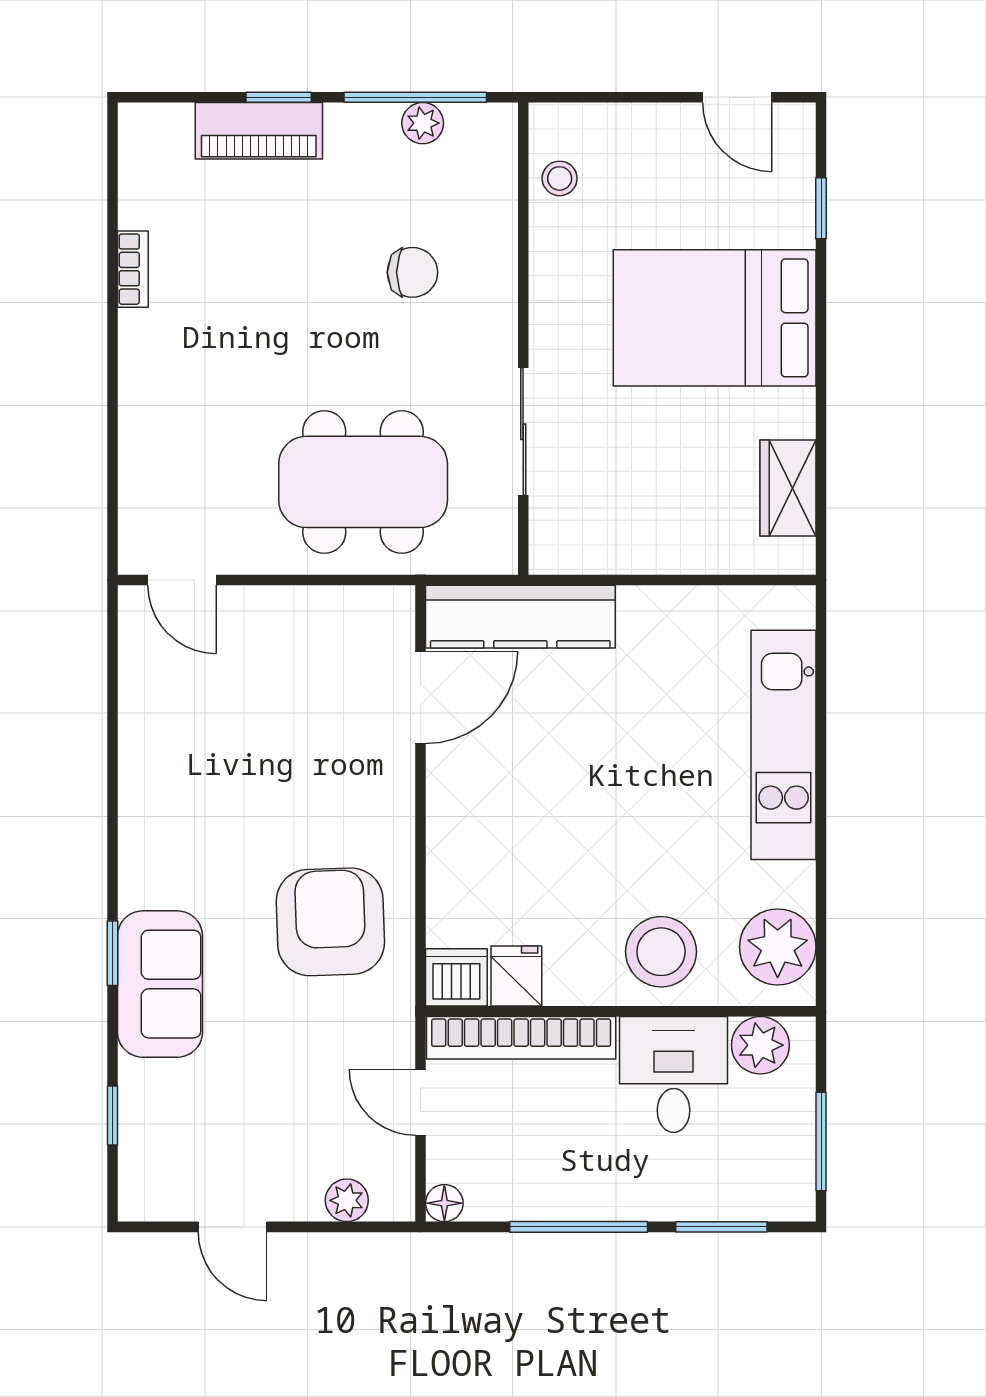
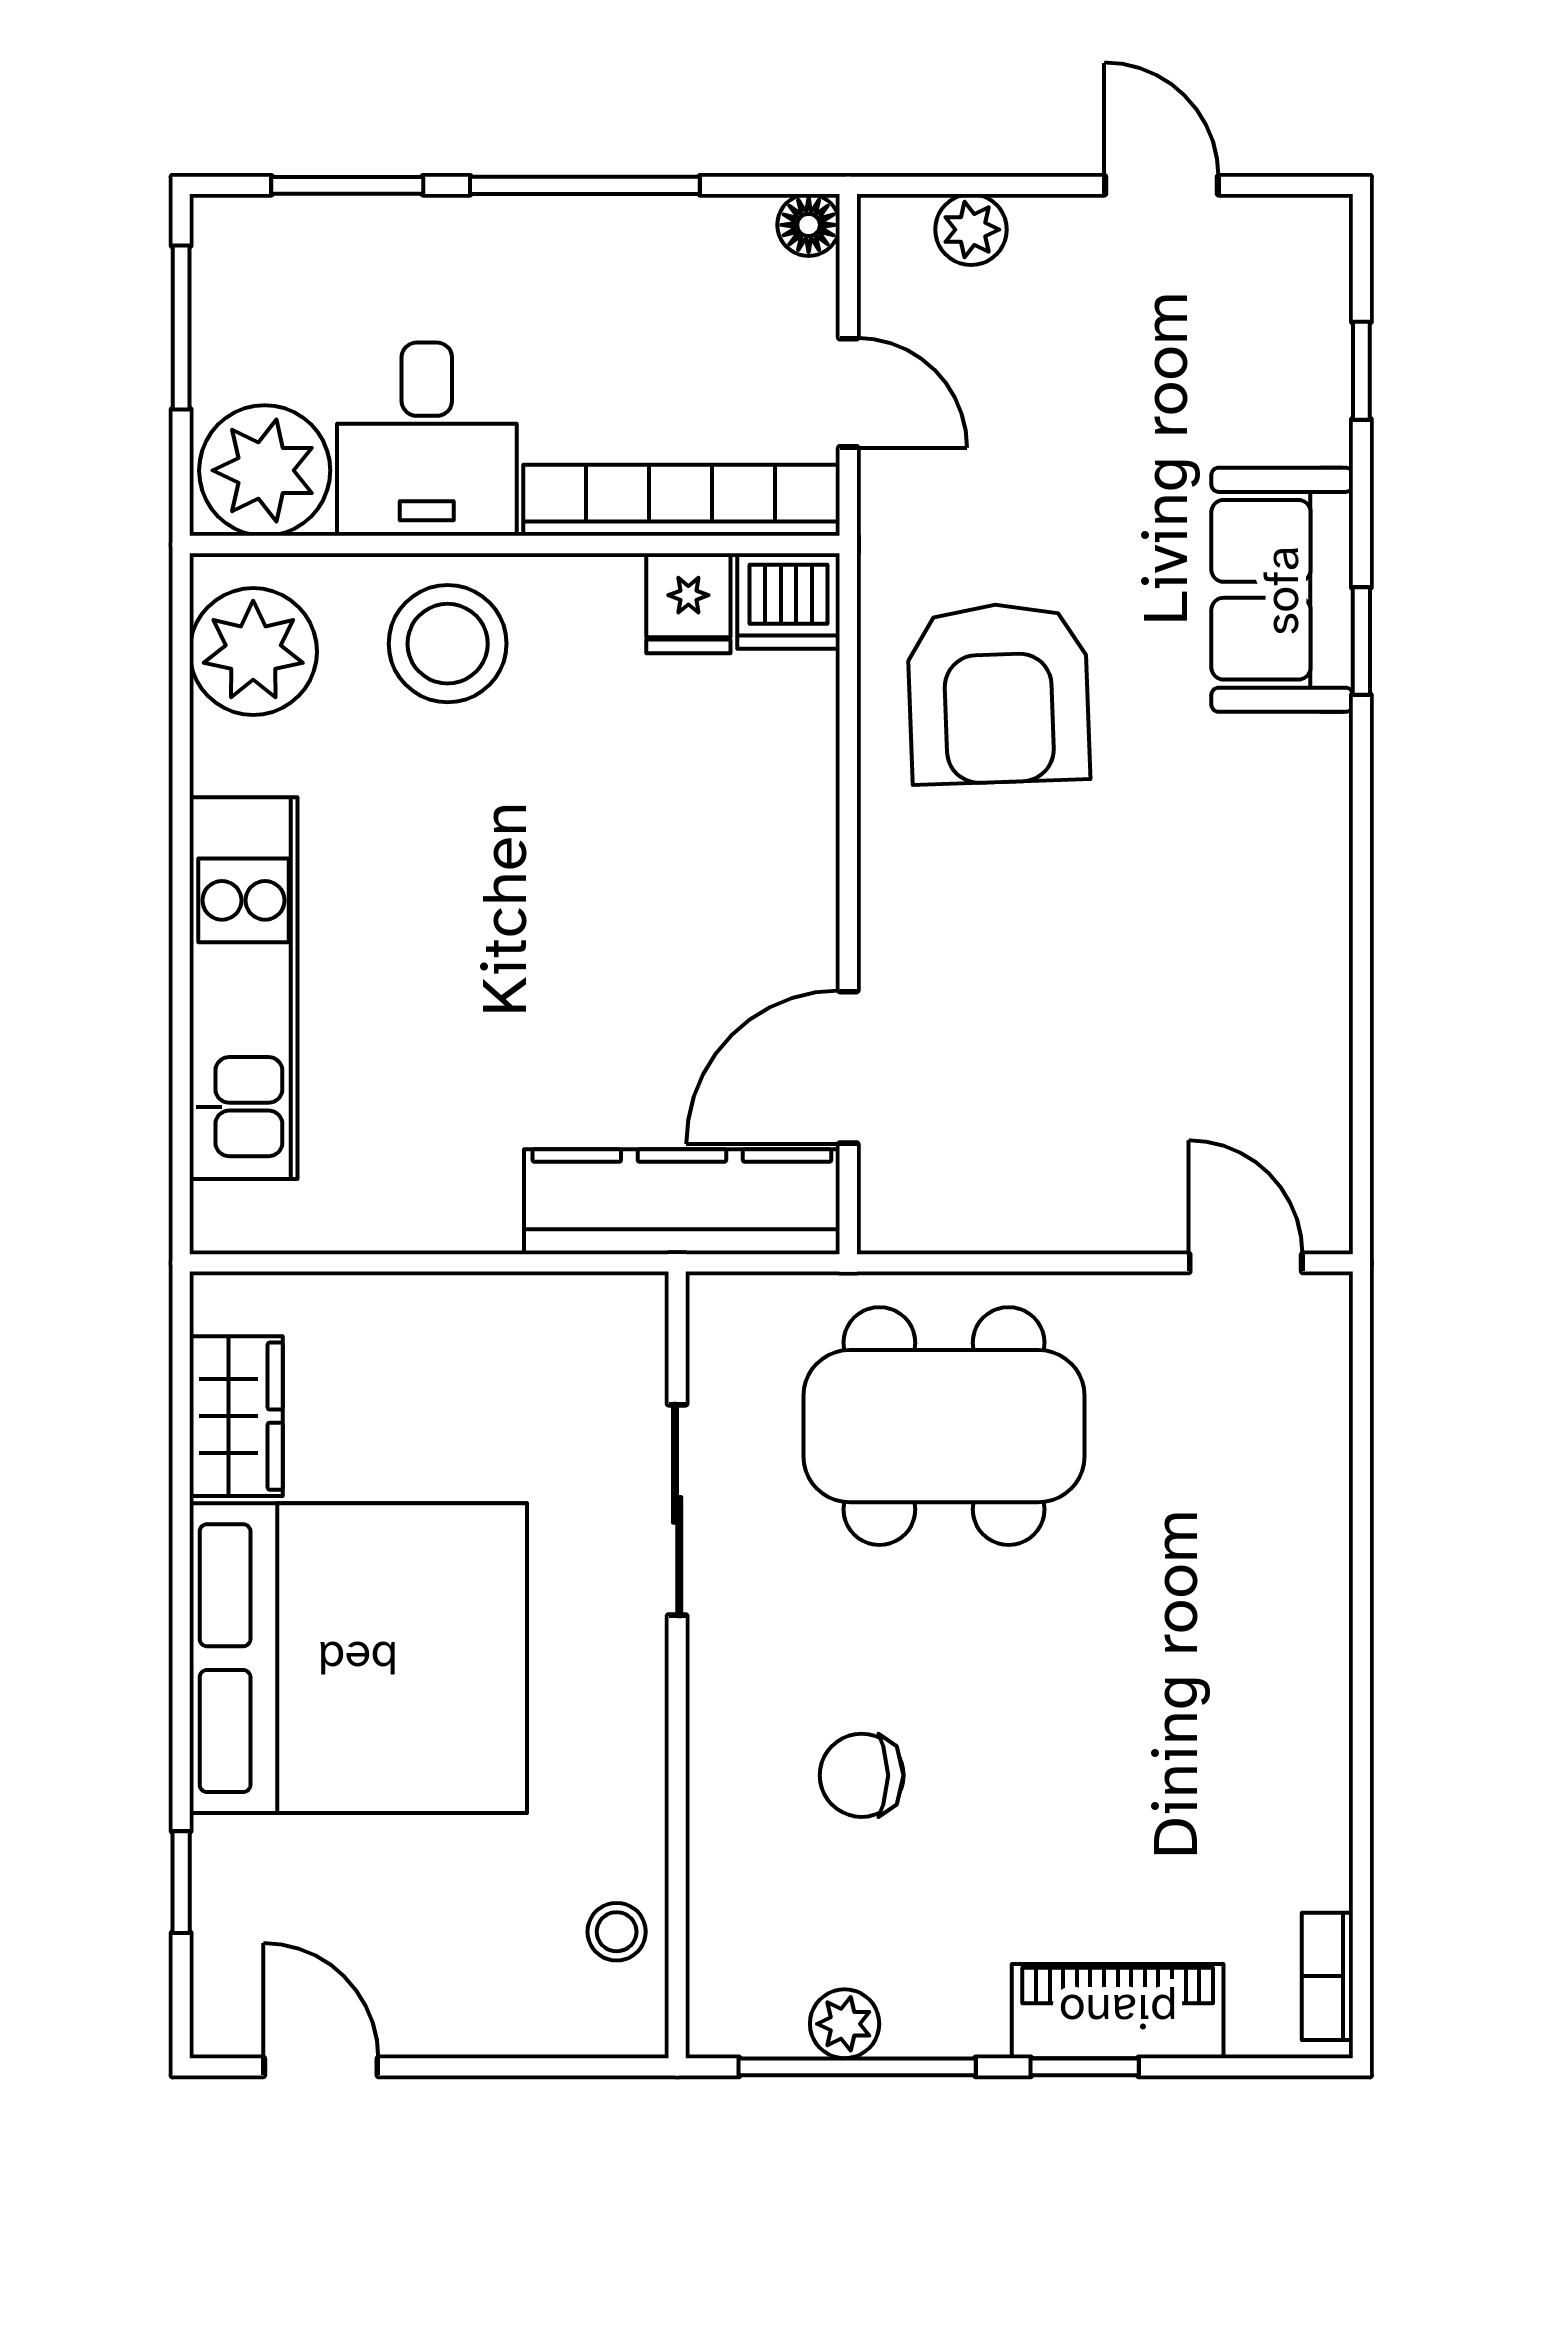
bookcase: (133, 269) -> (1327, 1976), moved
bed: (715, 318) -> (358, 1658), width x1.36
plant: (760, 1045) -> (265, 470), width x1.36, depth x1.36

